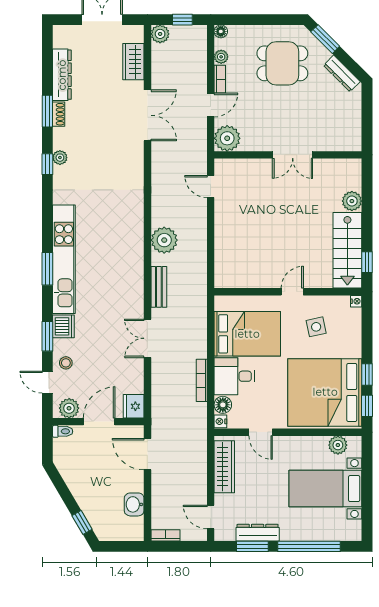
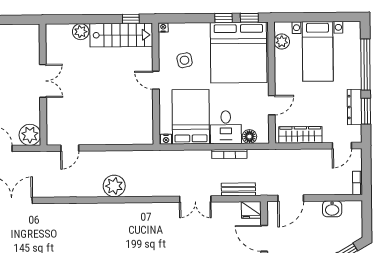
bench: (159, 287) -> (238, 189), moved
nightstand: (220, 421) -> (166, 139), moved

